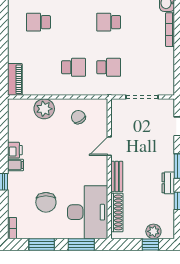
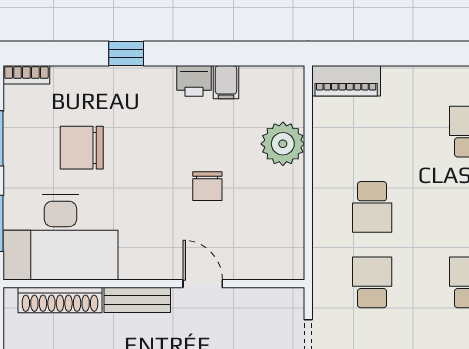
school desk: (109, 67) -> (372, 282), turned 180
chair: (78, 117) -> (207, 186), moved, turned 122
filing cabinet: (16, 165) -> (226, 82), moved

